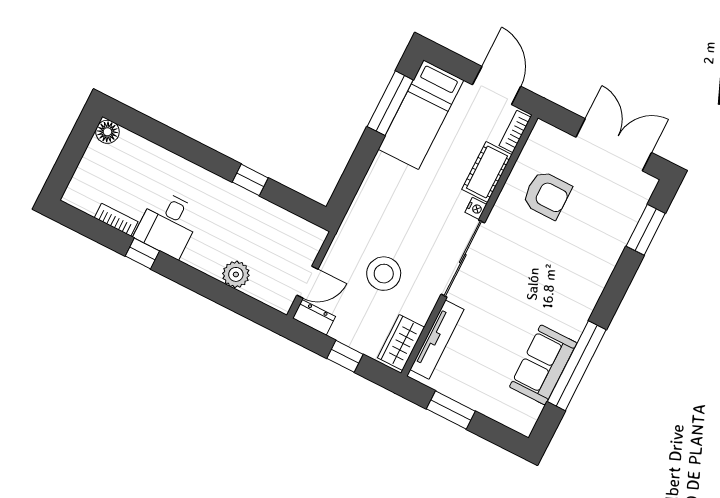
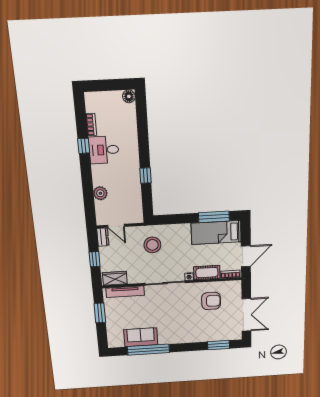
armchair: (547, 195) -> (211, 301), turned -90
stool: (384, 274) -> (152, 245), moved

